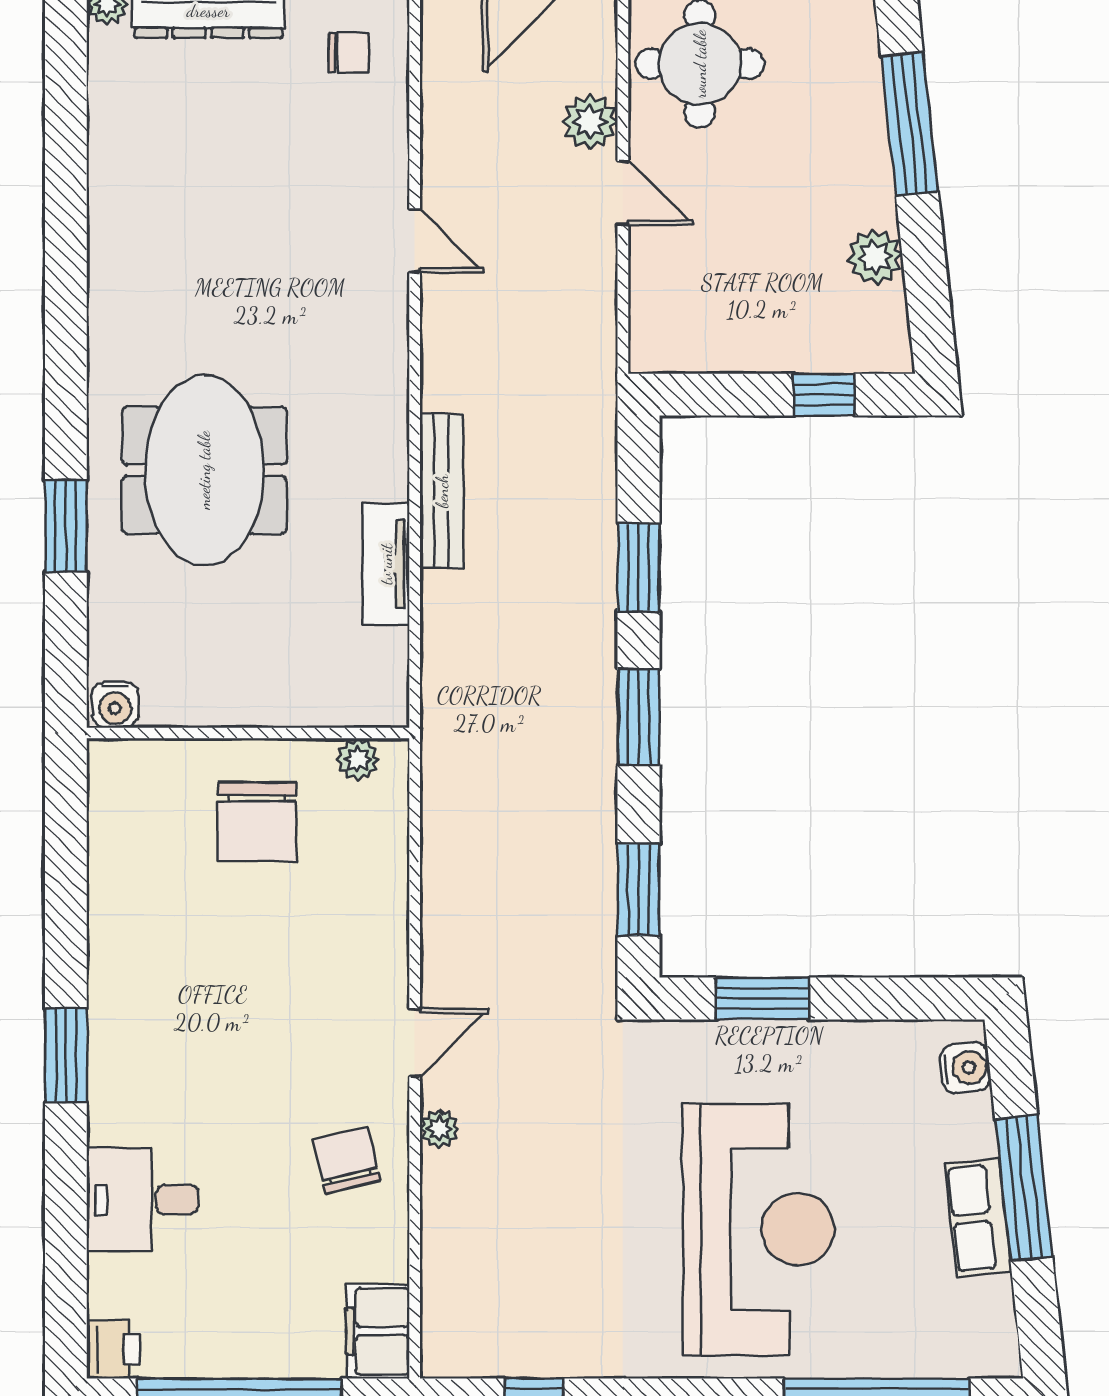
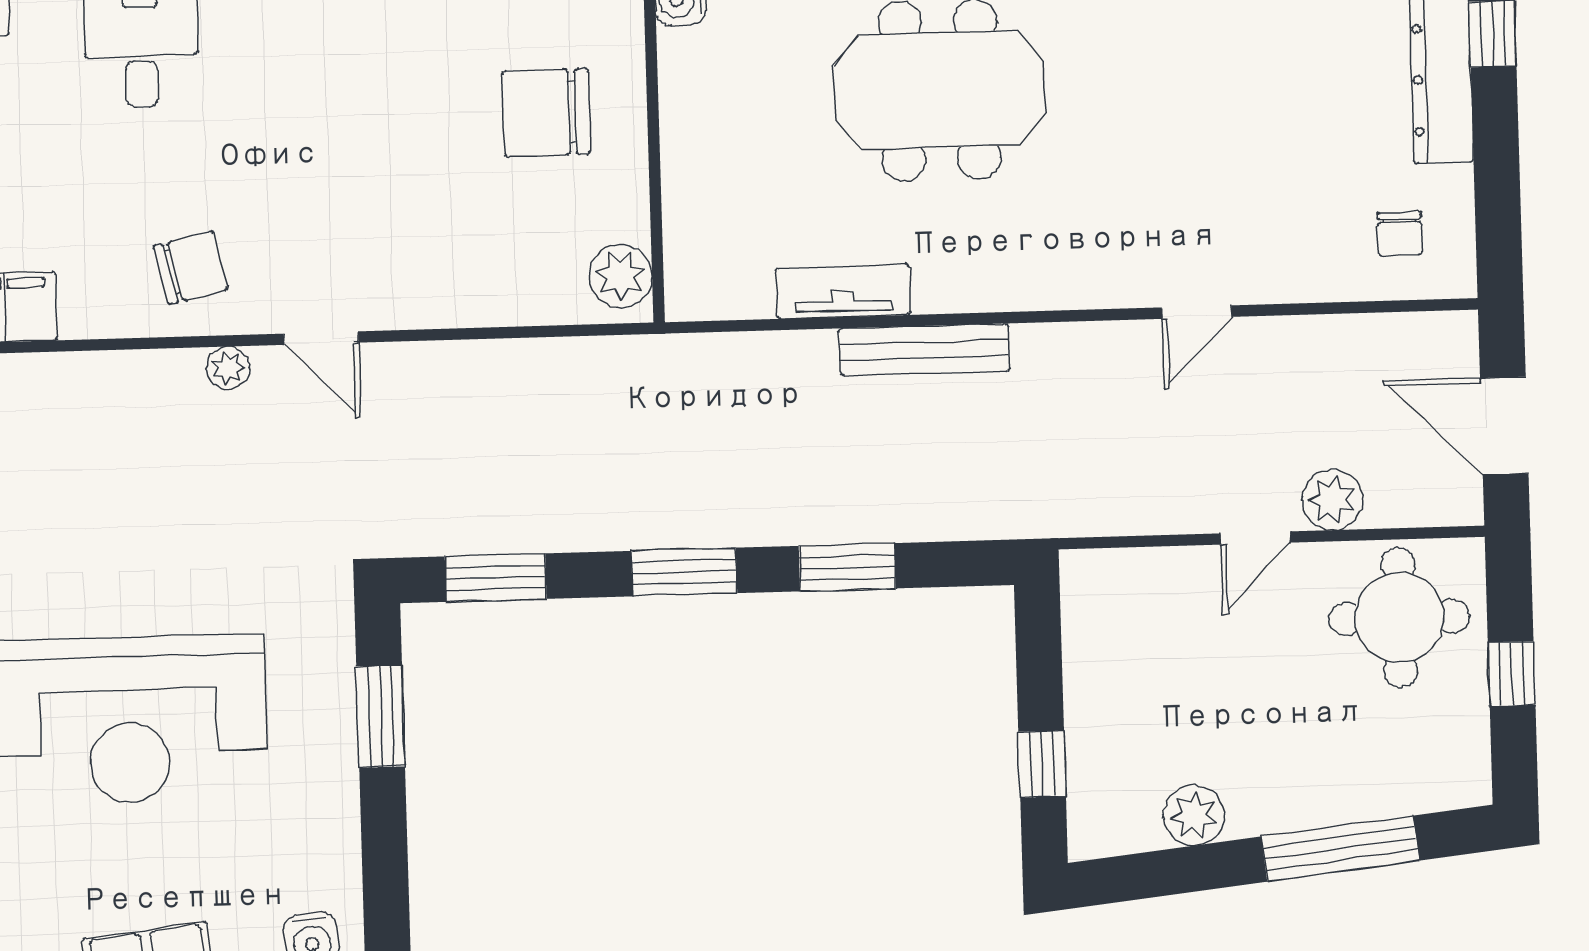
plant: (358, 759) -> (620, 276), width x1.38, depth x1.38
chair: (257, 822) -> (546, 113), moved

